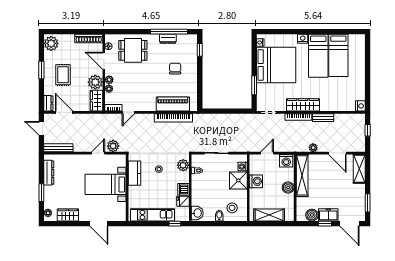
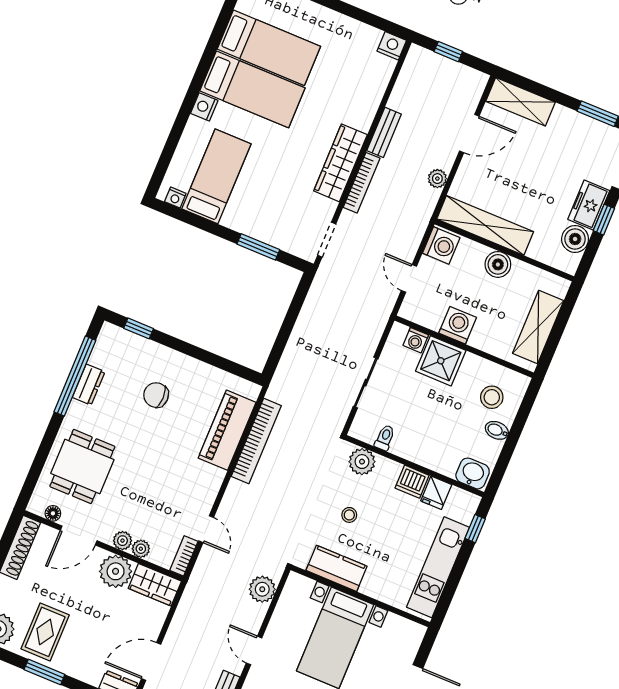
bed: (276, 65) -> (216, 176), width x0.49
rug: (63, 75) -> (45, 632), moved, turned 90
door: (98, 153) -> (254, 650), moved

